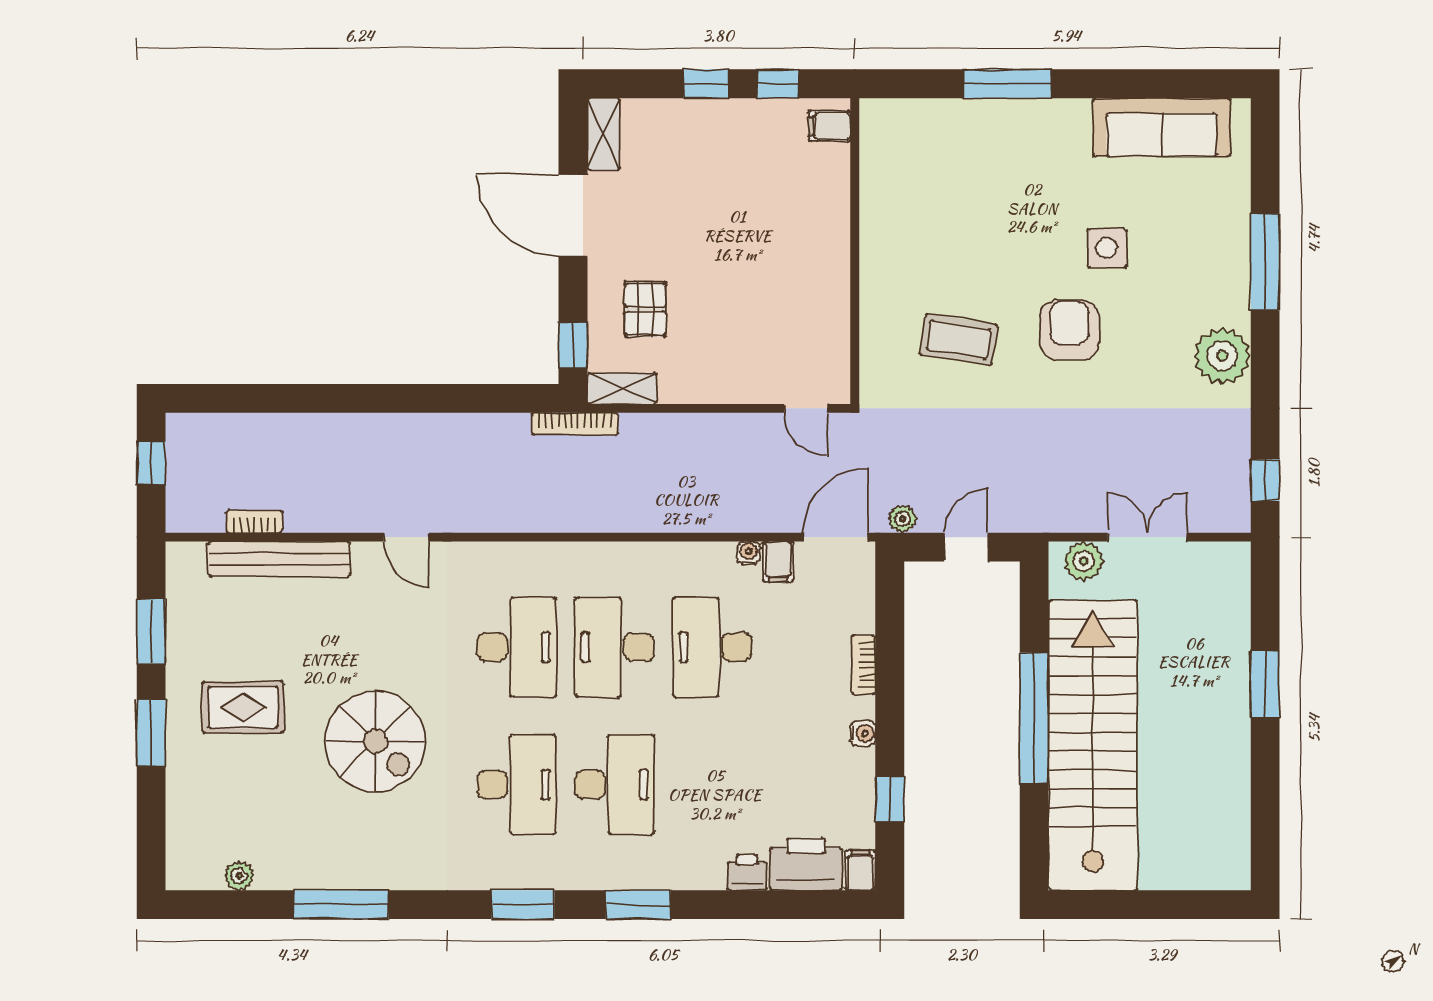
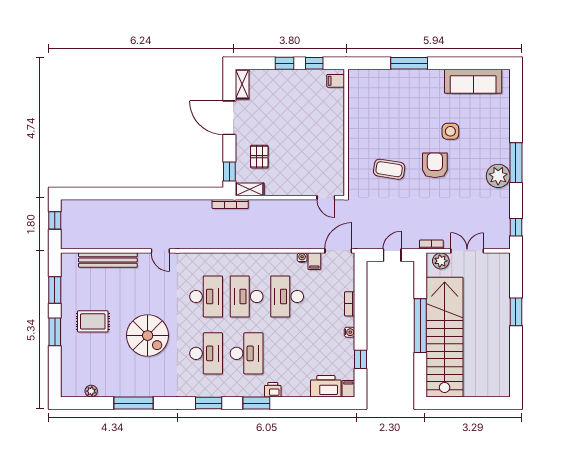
window: (1265, 262) -> (516, 163), moved
plant: (903, 519) -> (366, 243), removed
bookcase: (255, 522) -> (431, 244), moved
printer: (747, 872) -> (273, 390), moved

